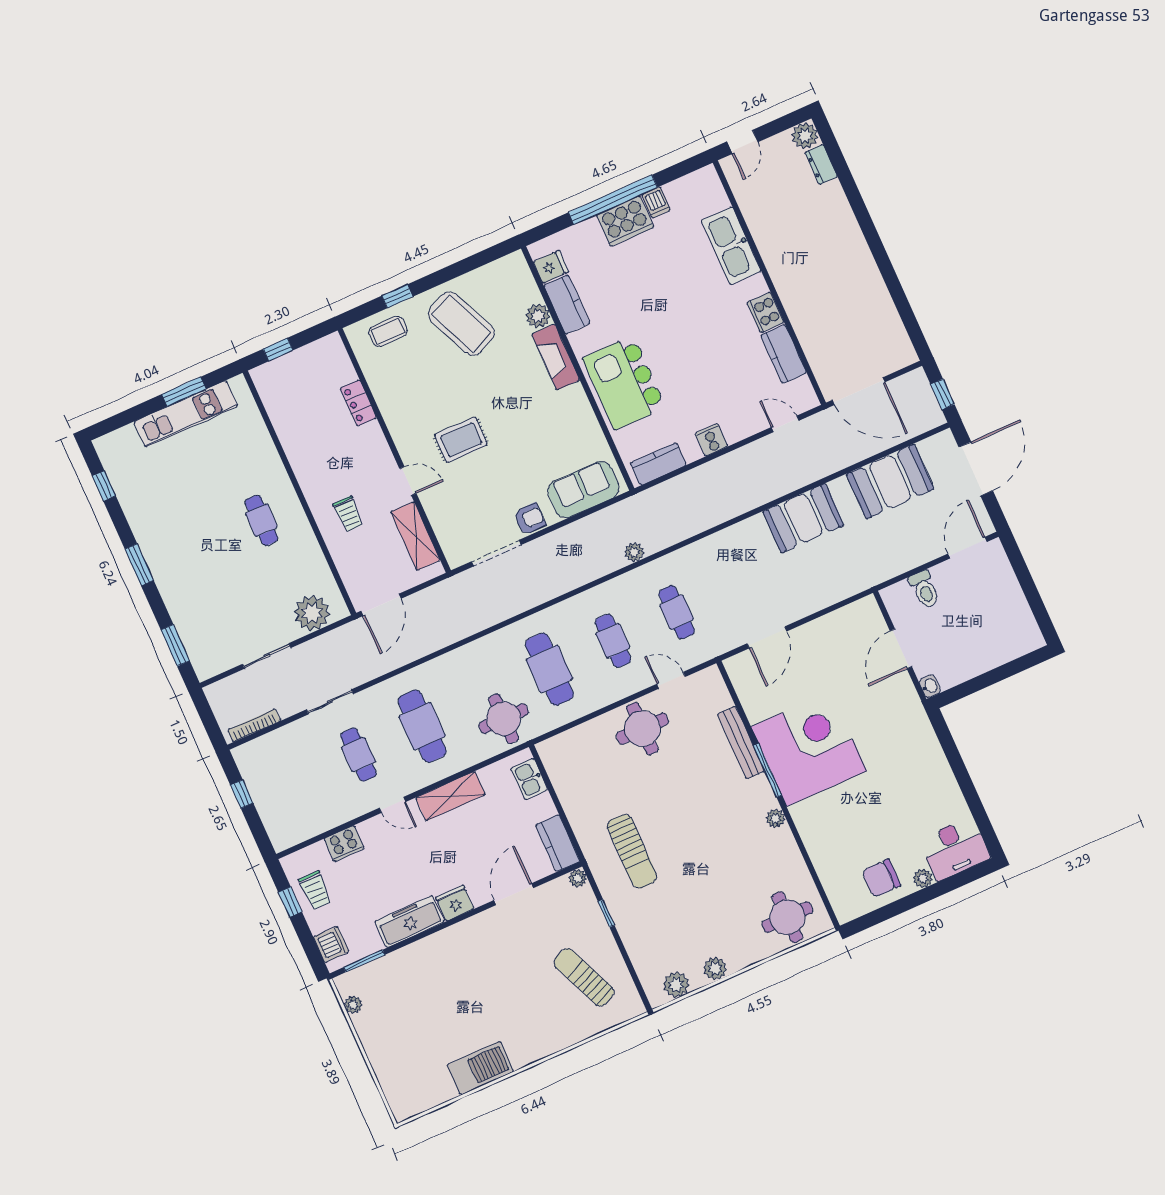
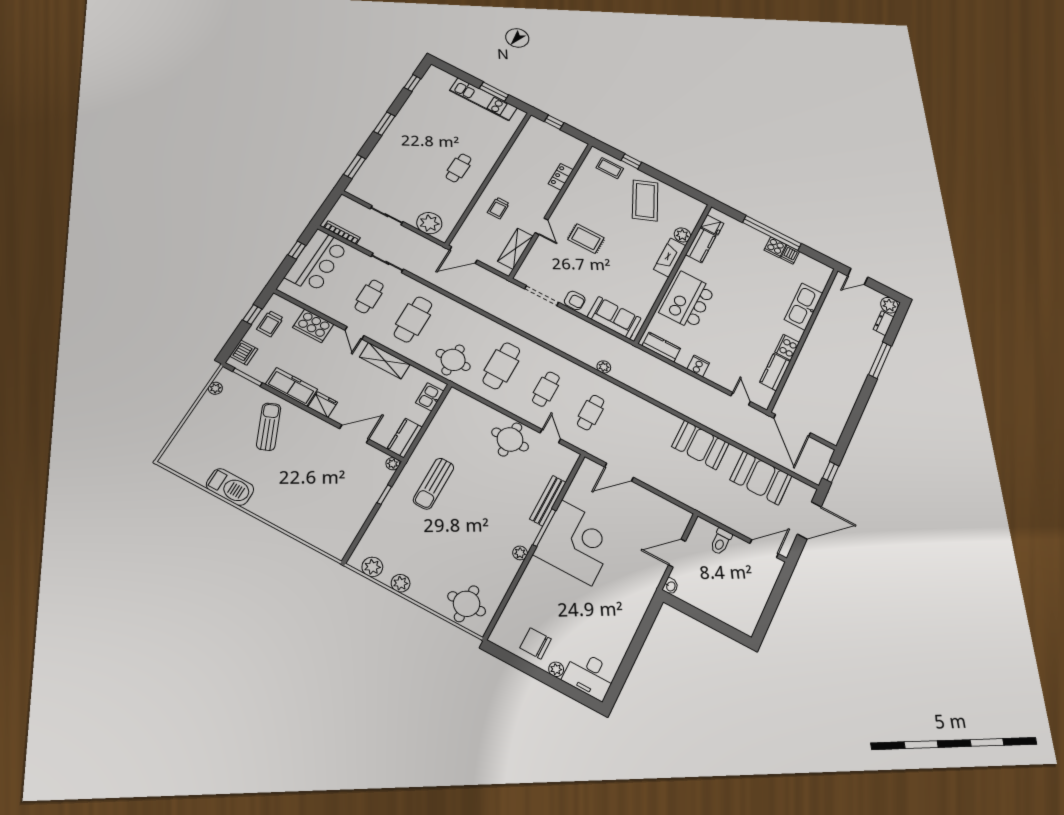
window: (861, 212) -> (880, 360), added
cooker: (625, 221) -> (775, 247), width x0.53, depth x0.76
bar counter: (272, 781) -> (317, 261), added
cooker: (344, 844) -> (313, 326), width x1.37, depth x1.31
sun lounger: (584, 977) -> (269, 427), moved

